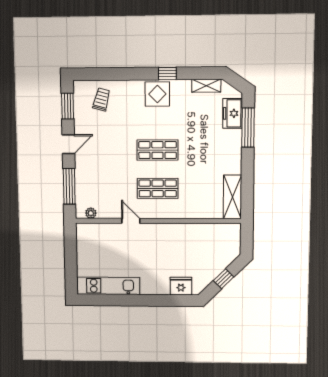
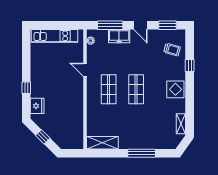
window: (167, 73) -> (190, 66), moved
freezer: (233, 113) -> (119, 36), moved, turned 180
window: (248, 128) -> (142, 153), moved
door: (131, 221) -> (85, 70), swing flipped
kitchen unit: (108, 286) -> (54, 36), moved, turned 90
window: (156, 300) -> (26, 88), added

